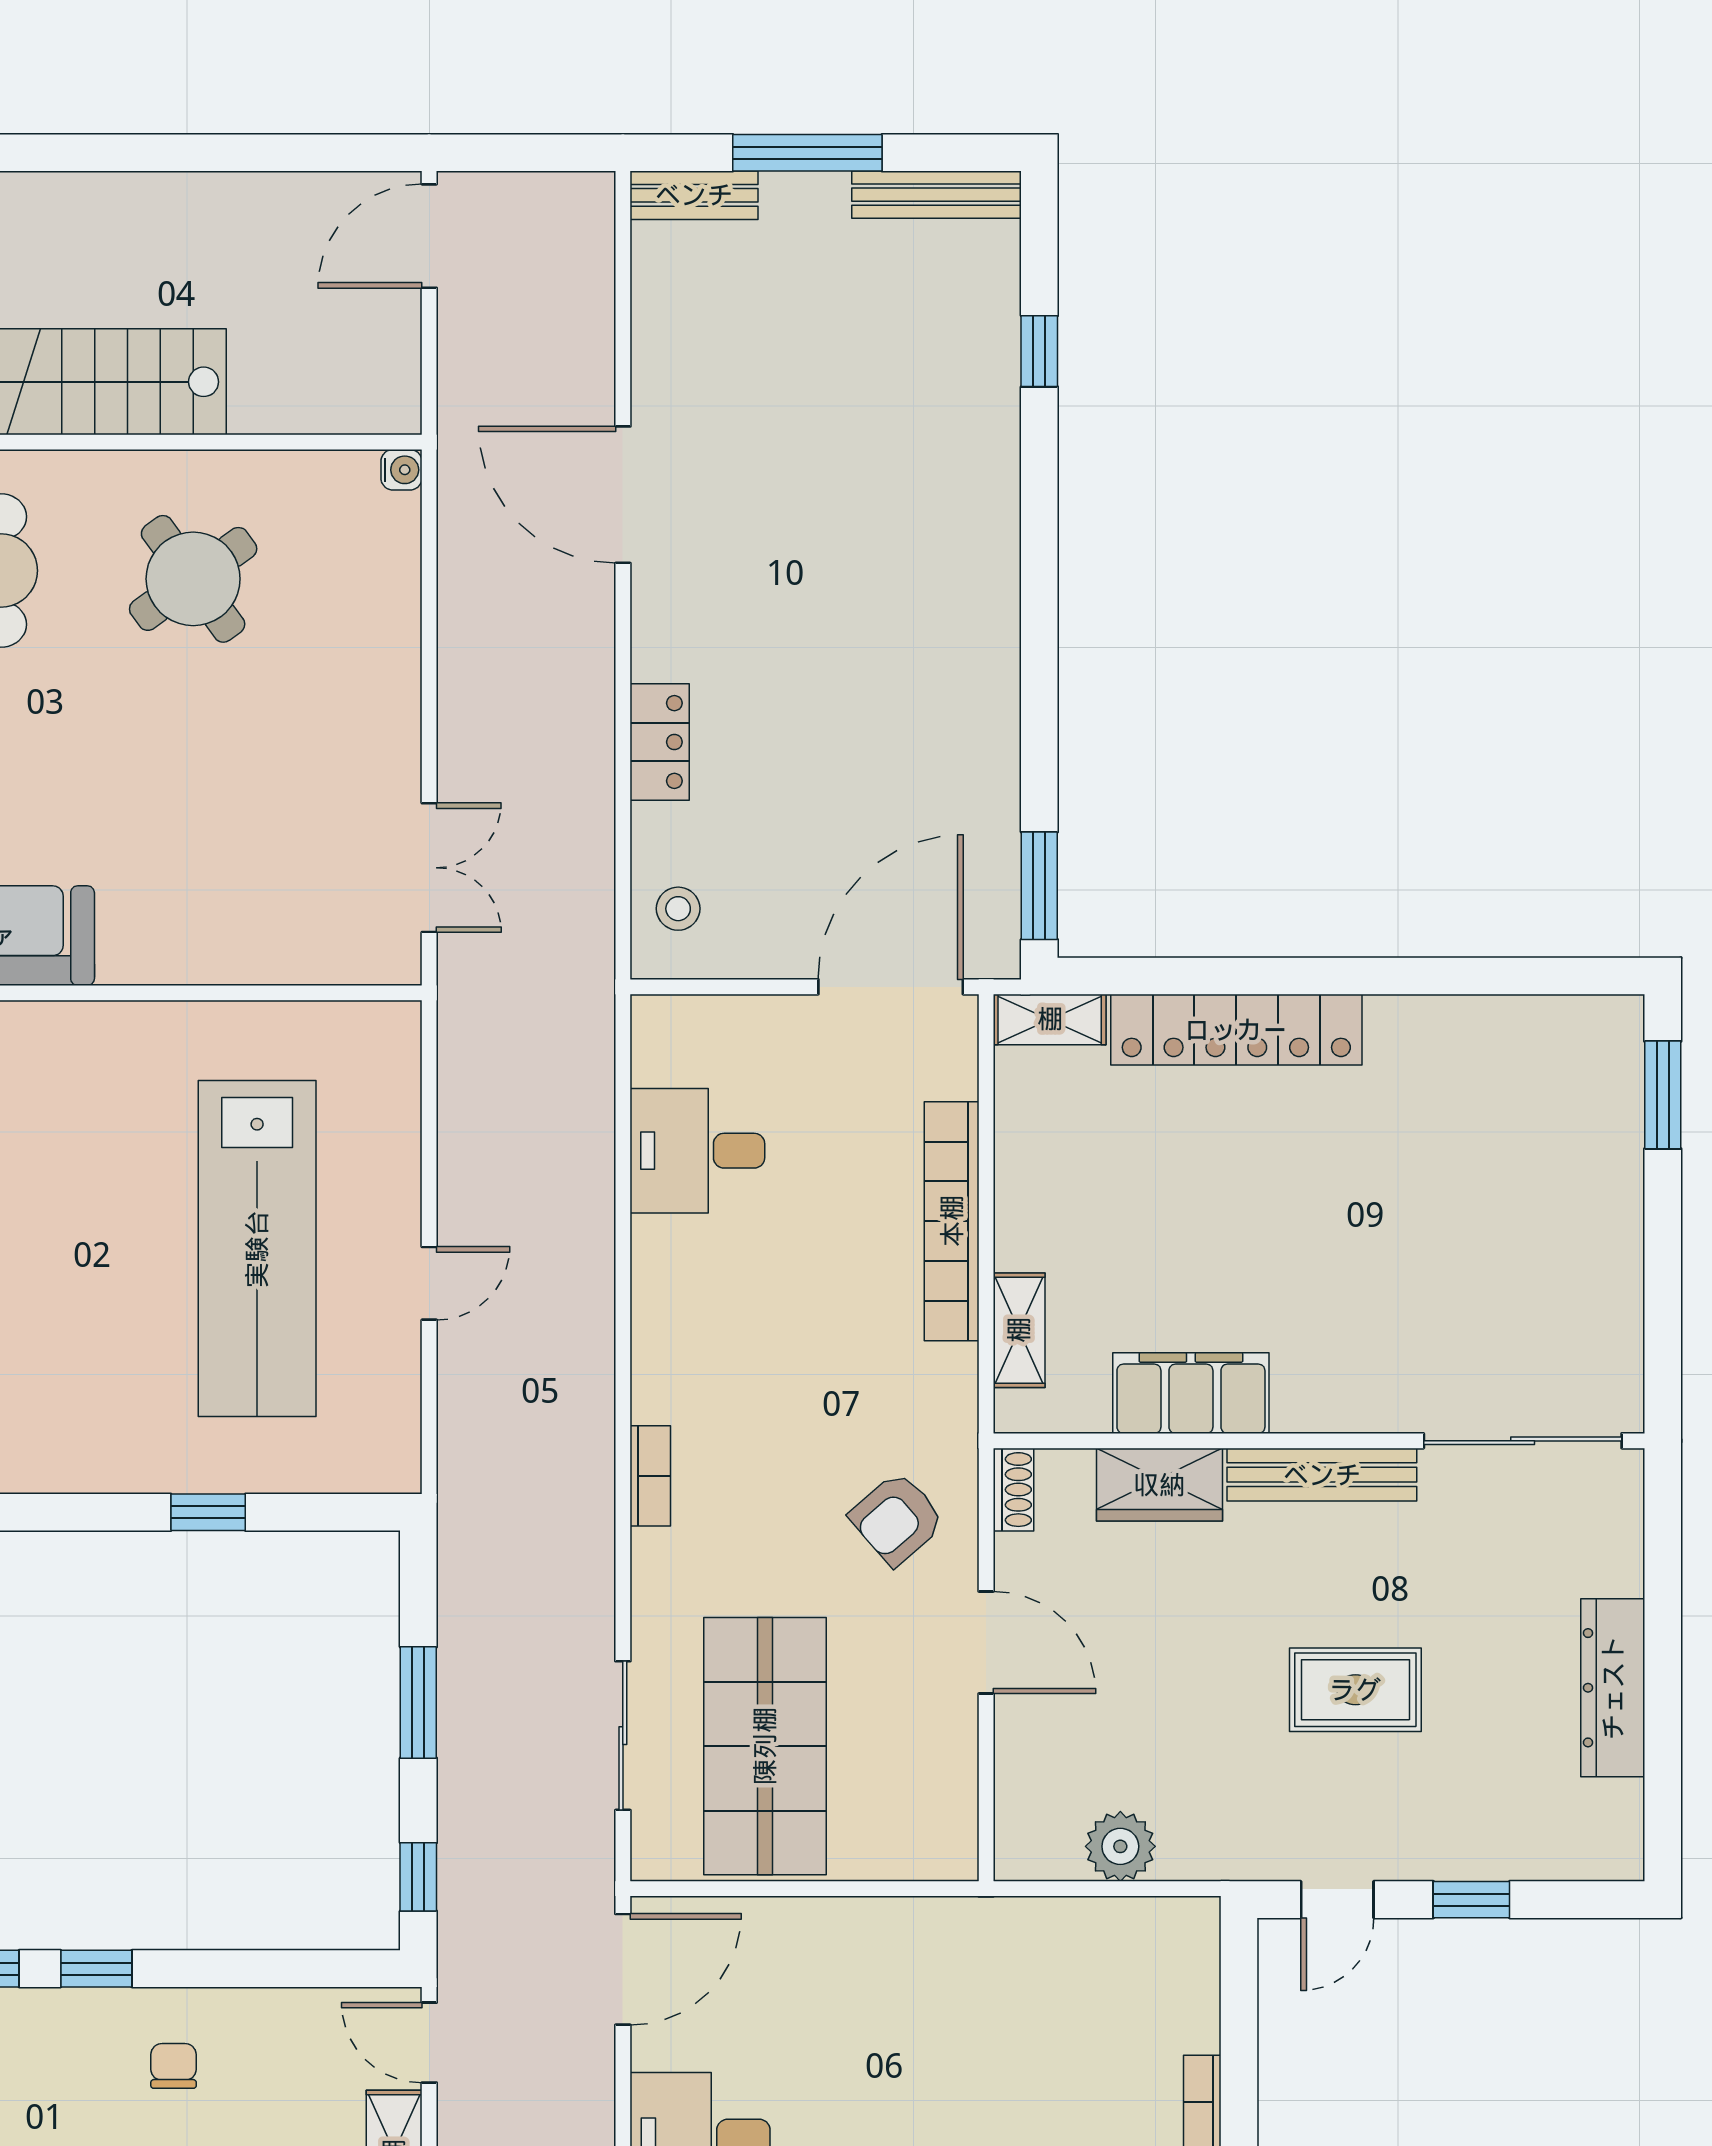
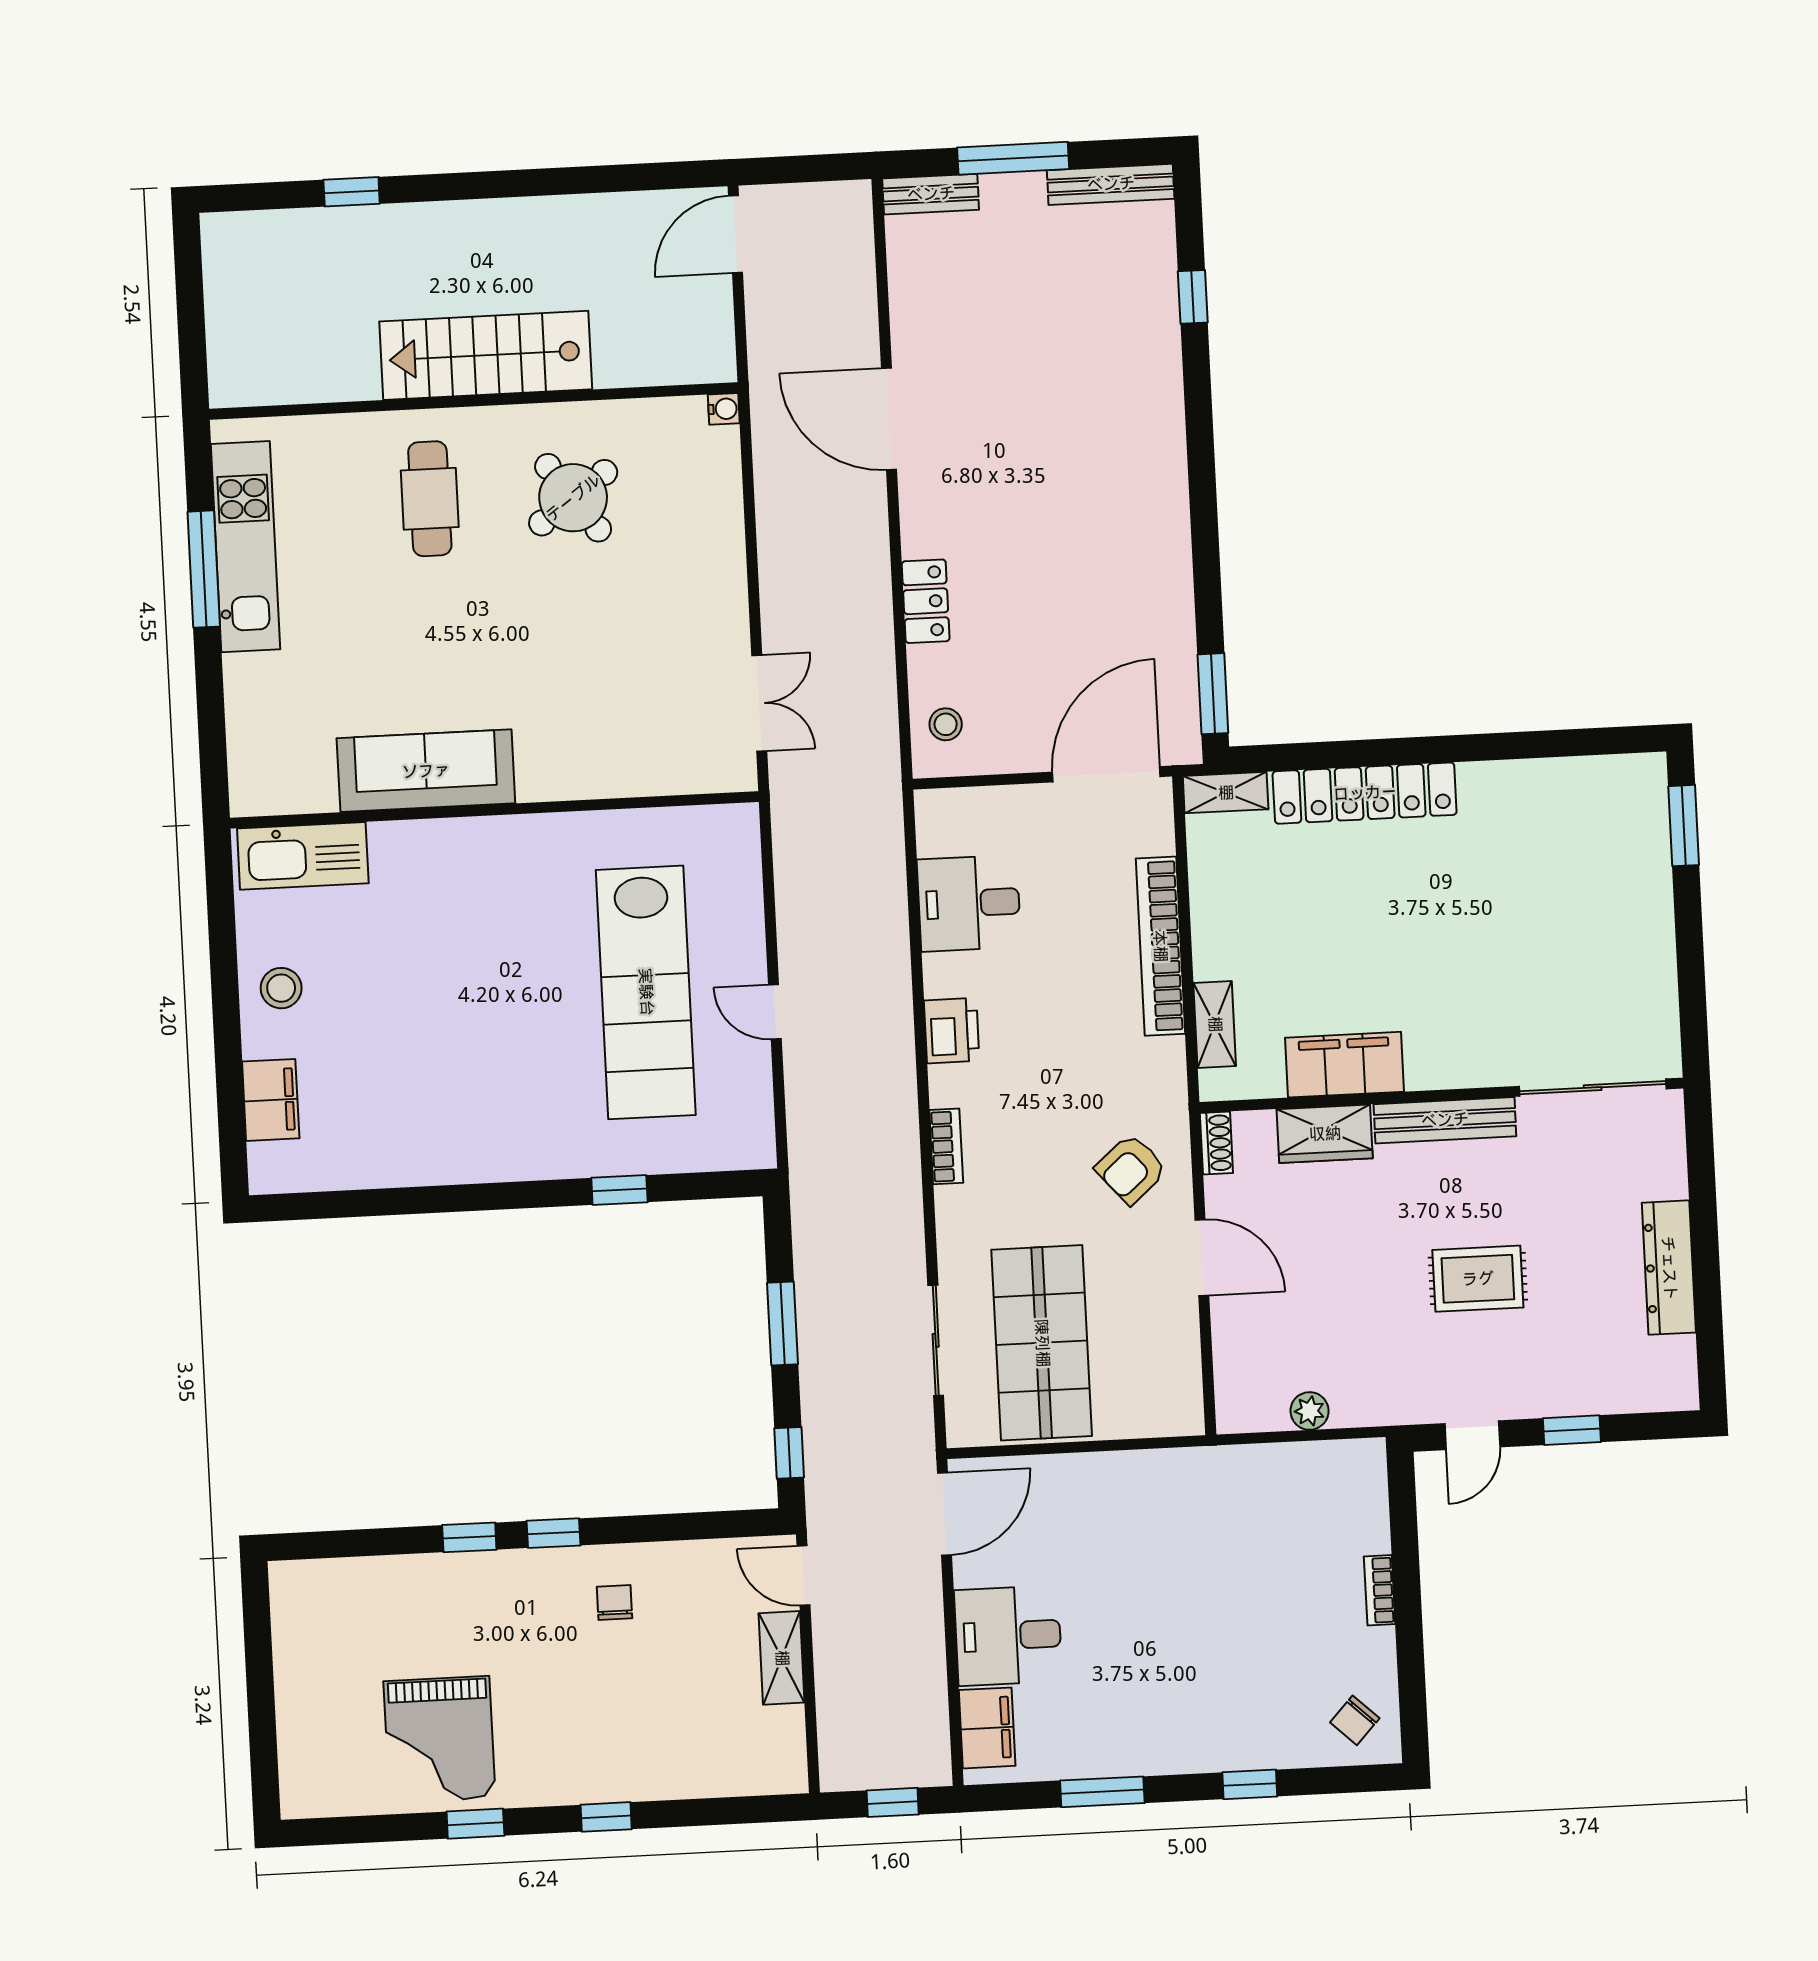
door: (429, 1283) -> (775, 1012), swing flipped
printer: (665, 1321) -> (952, 1031), added
plant: (1120, 1846) -> (1310, 1411), width x0.73, depth x0.73

